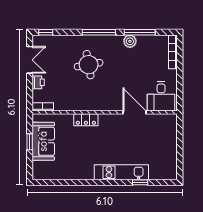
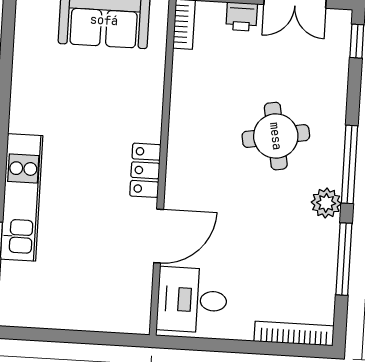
plant: (130, 41) -> (326, 203), moved
locker: (86, 120) -> (145, 170), moved

